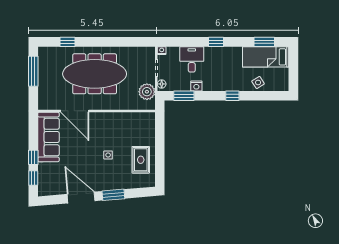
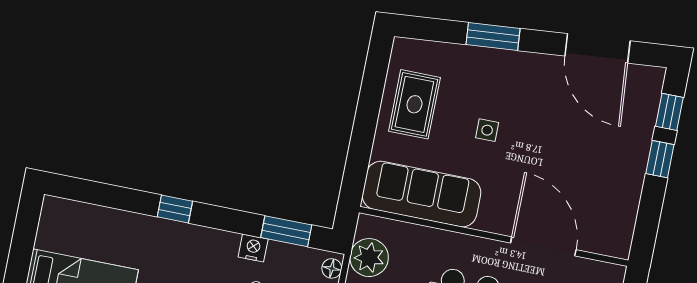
side table: (258, 83) -> (110, 228), removed
sofa: (48, 137) -> (422, 194), moved, turned 90
door: (81, 198) -> (597, 48), moved

